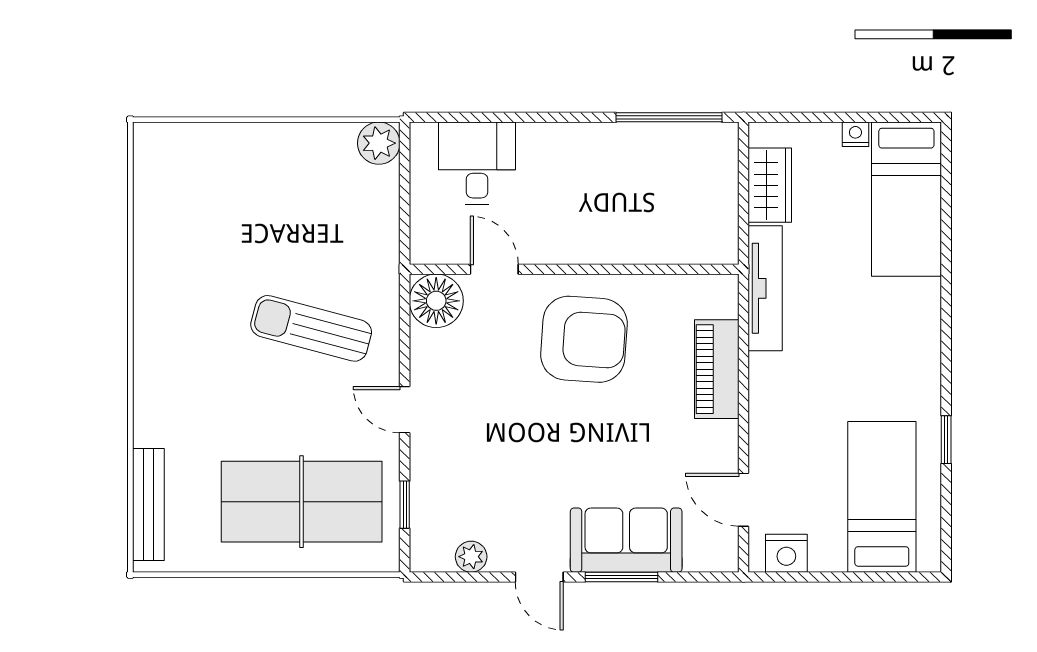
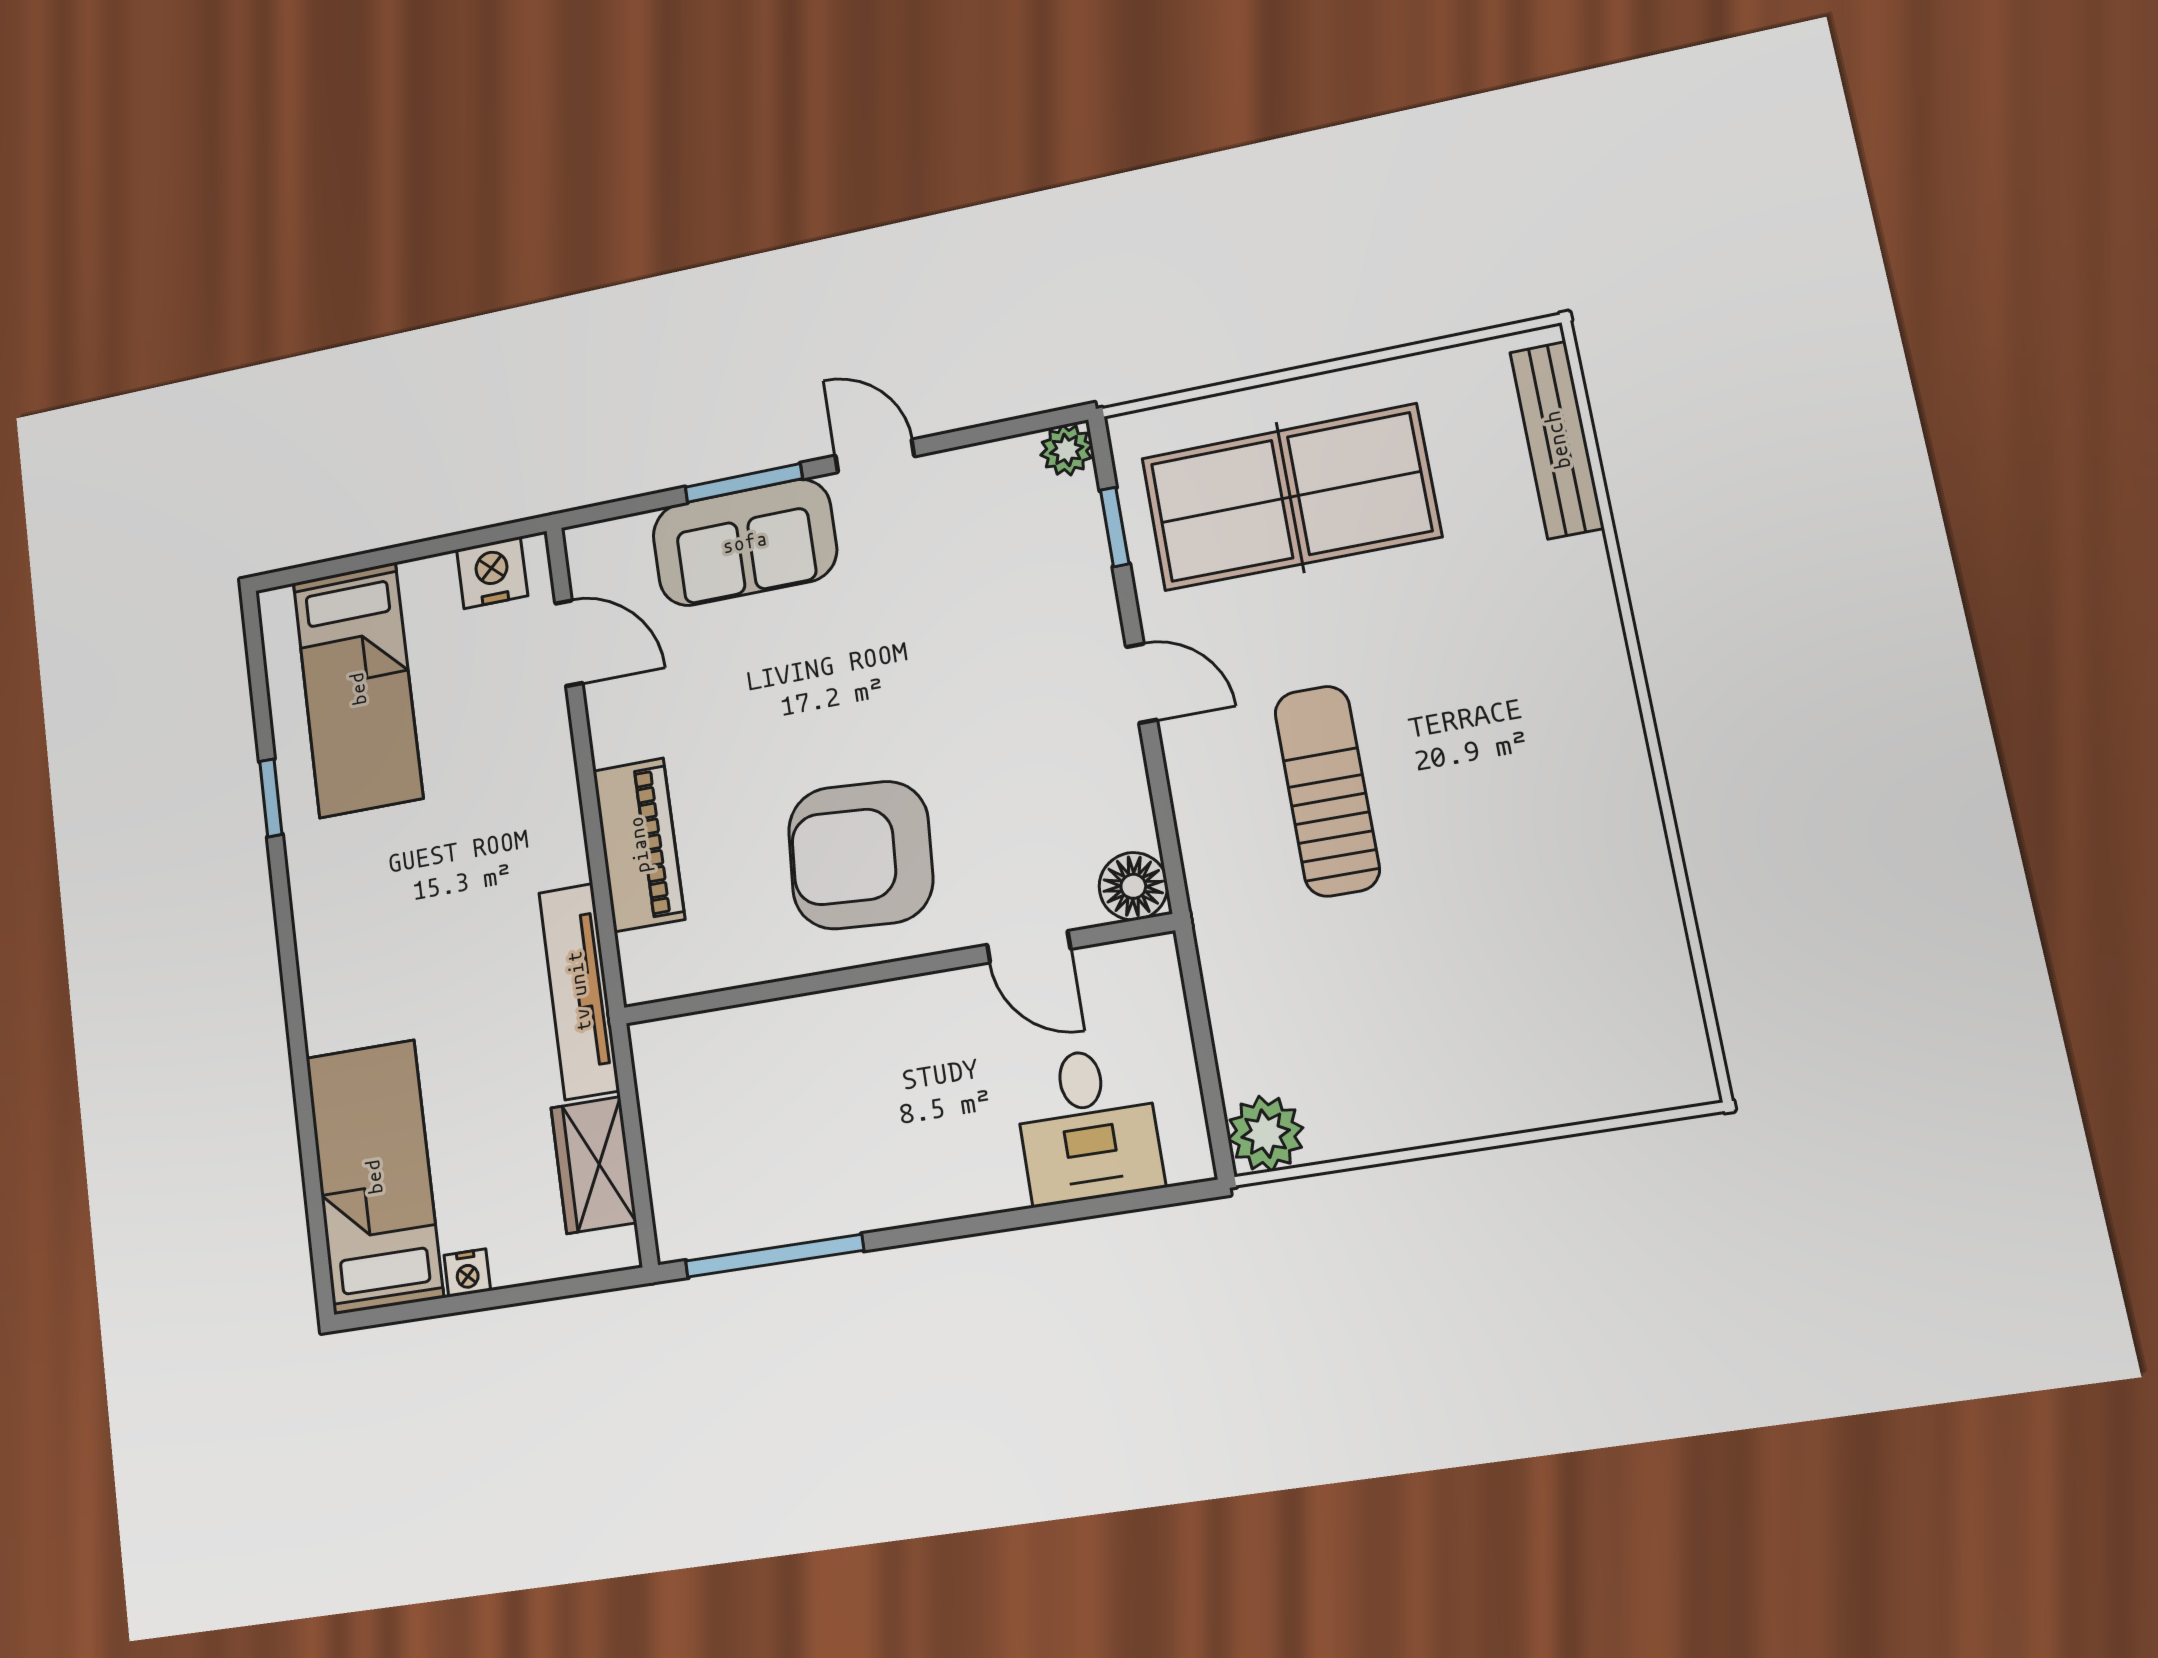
floor lamp: (436, 301) -> (1133, 886), width x0.73, depth x0.73
sun lounger: (311, 328) -> (1327, 791), turned -105
plant: (471, 557) -> (1067, 450), moved

